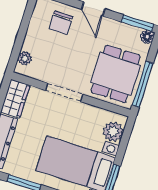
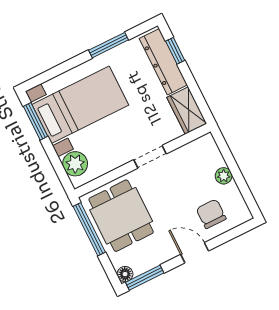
plant: (25, 58) -> (224, 176), moved
doorway: (64, 92) -> (150, 157), width x0.73

